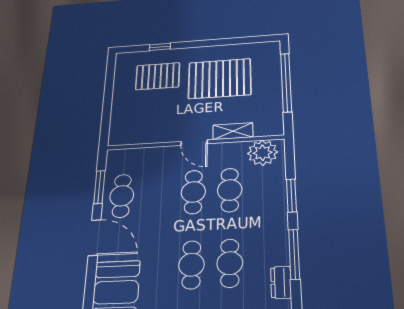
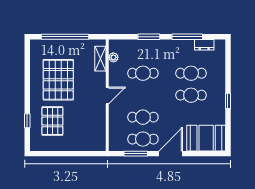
shelving: (233, 131) -> (100, 59), moved
plant: (263, 153) -> (113, 57), width x0.53, depth x0.53
cafe table: (193, 192) -> (143, 117), moved

